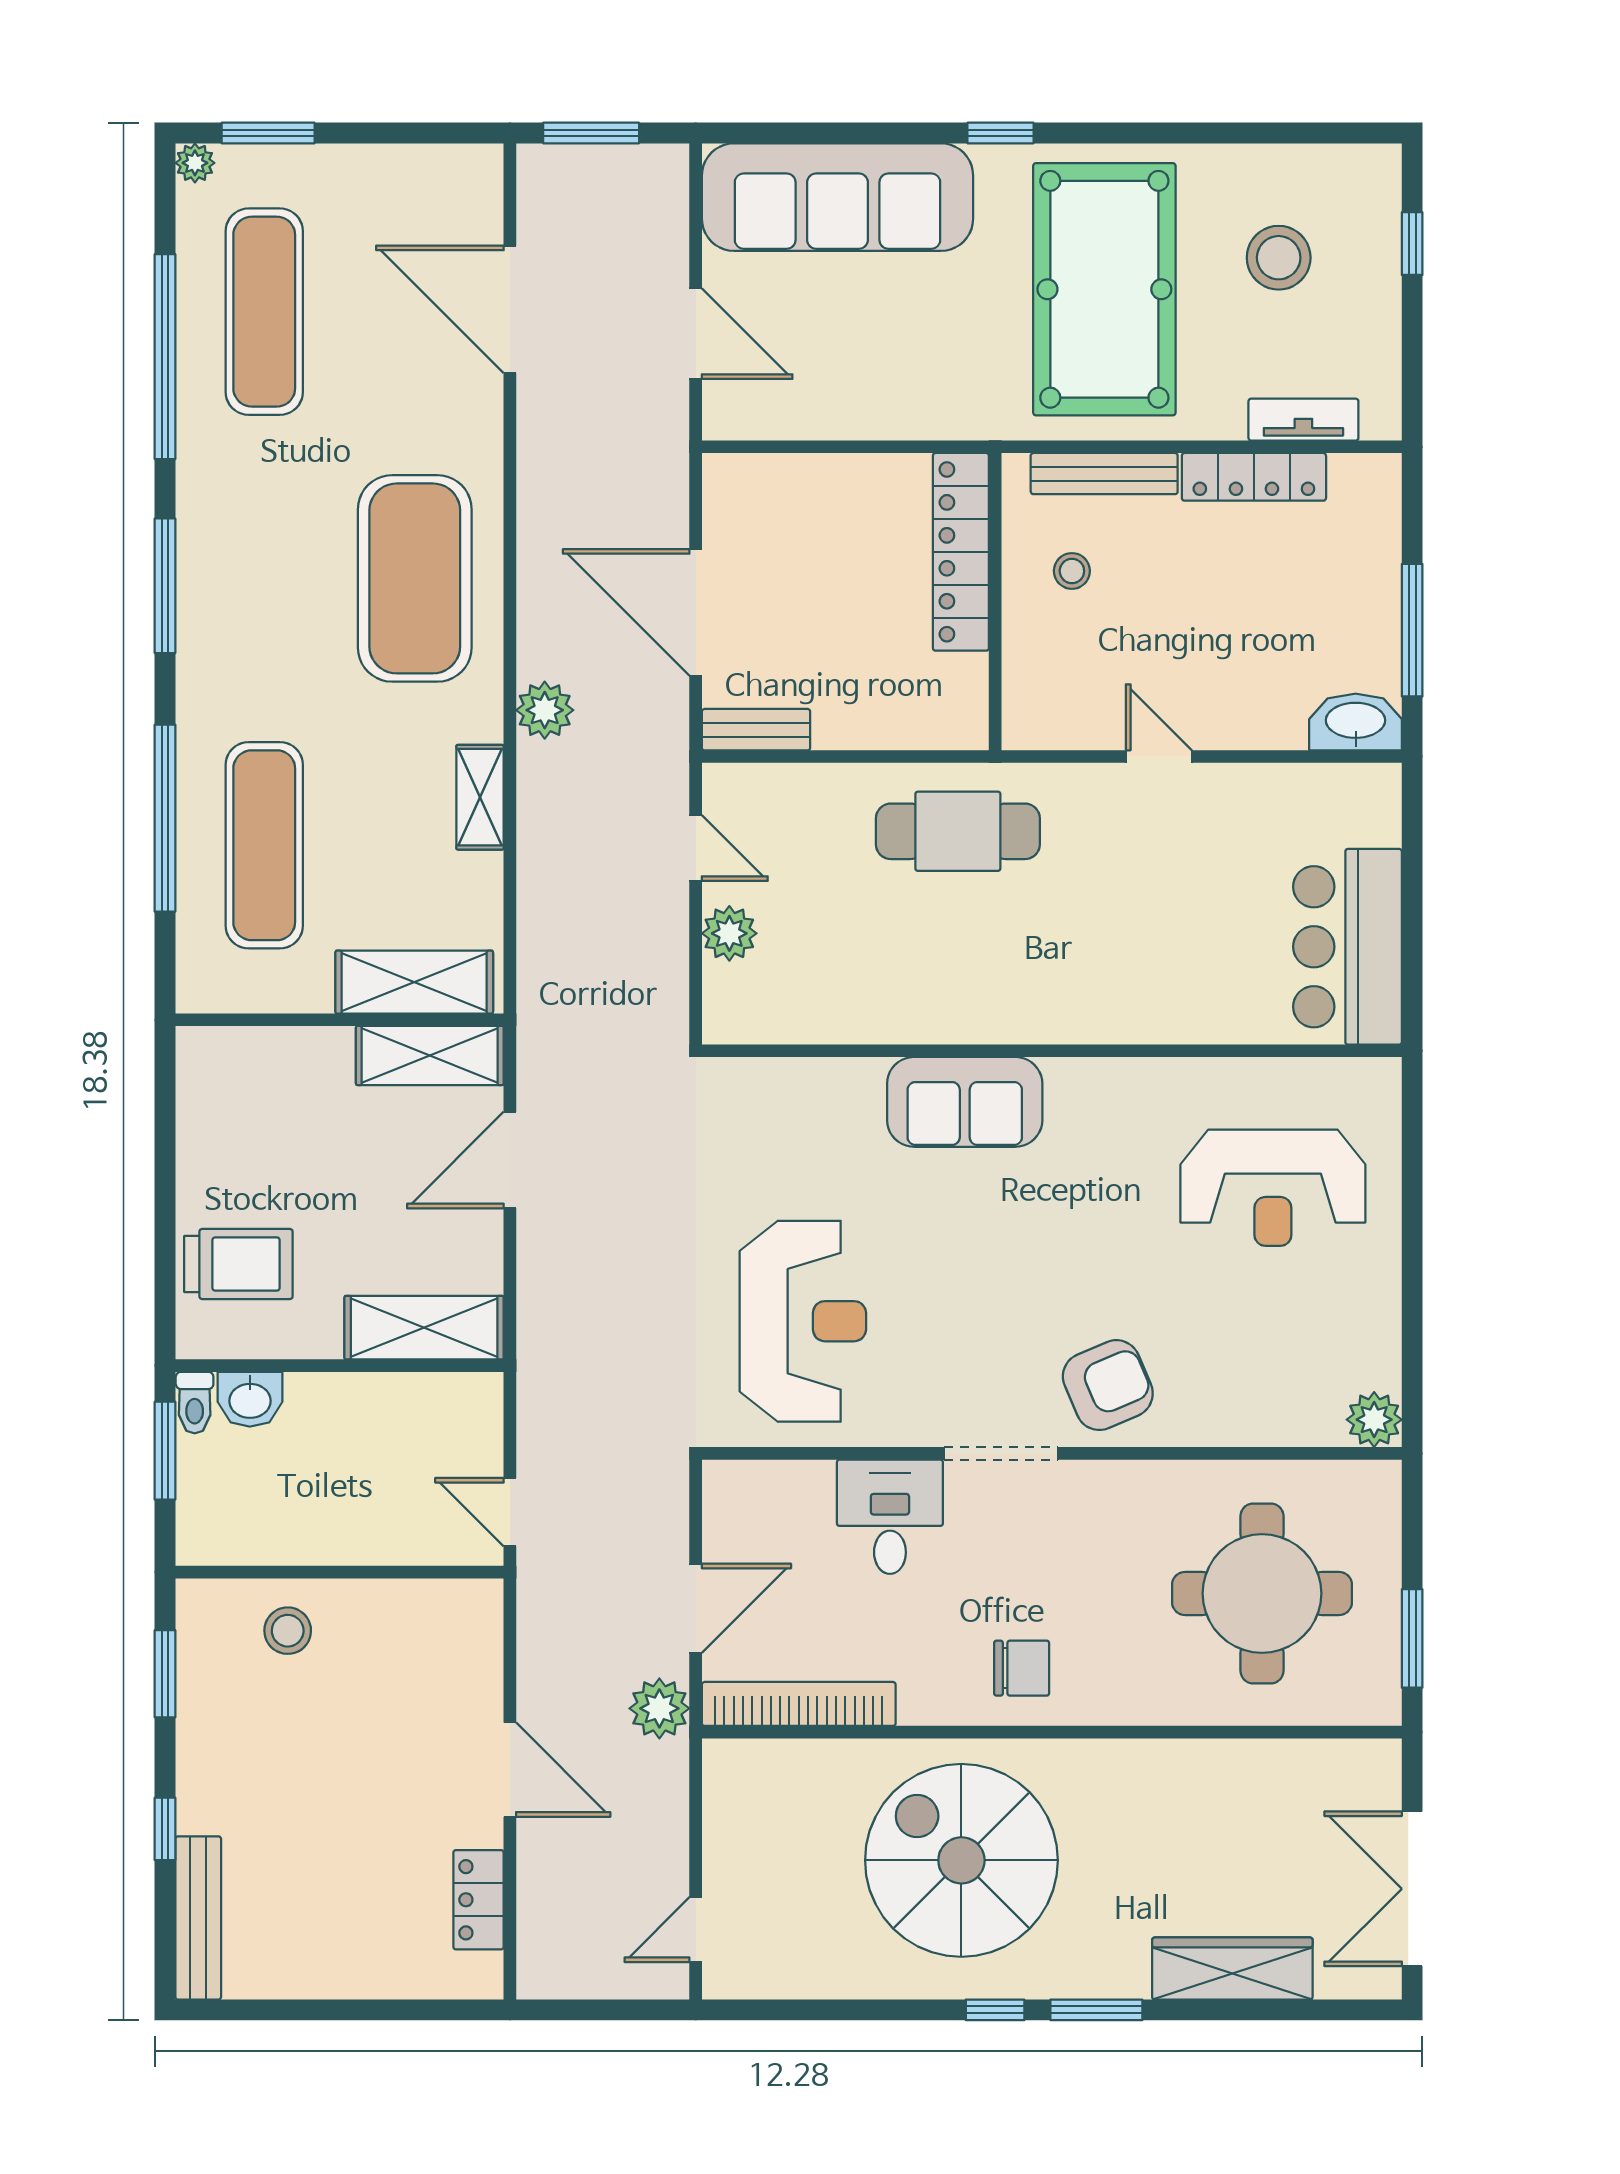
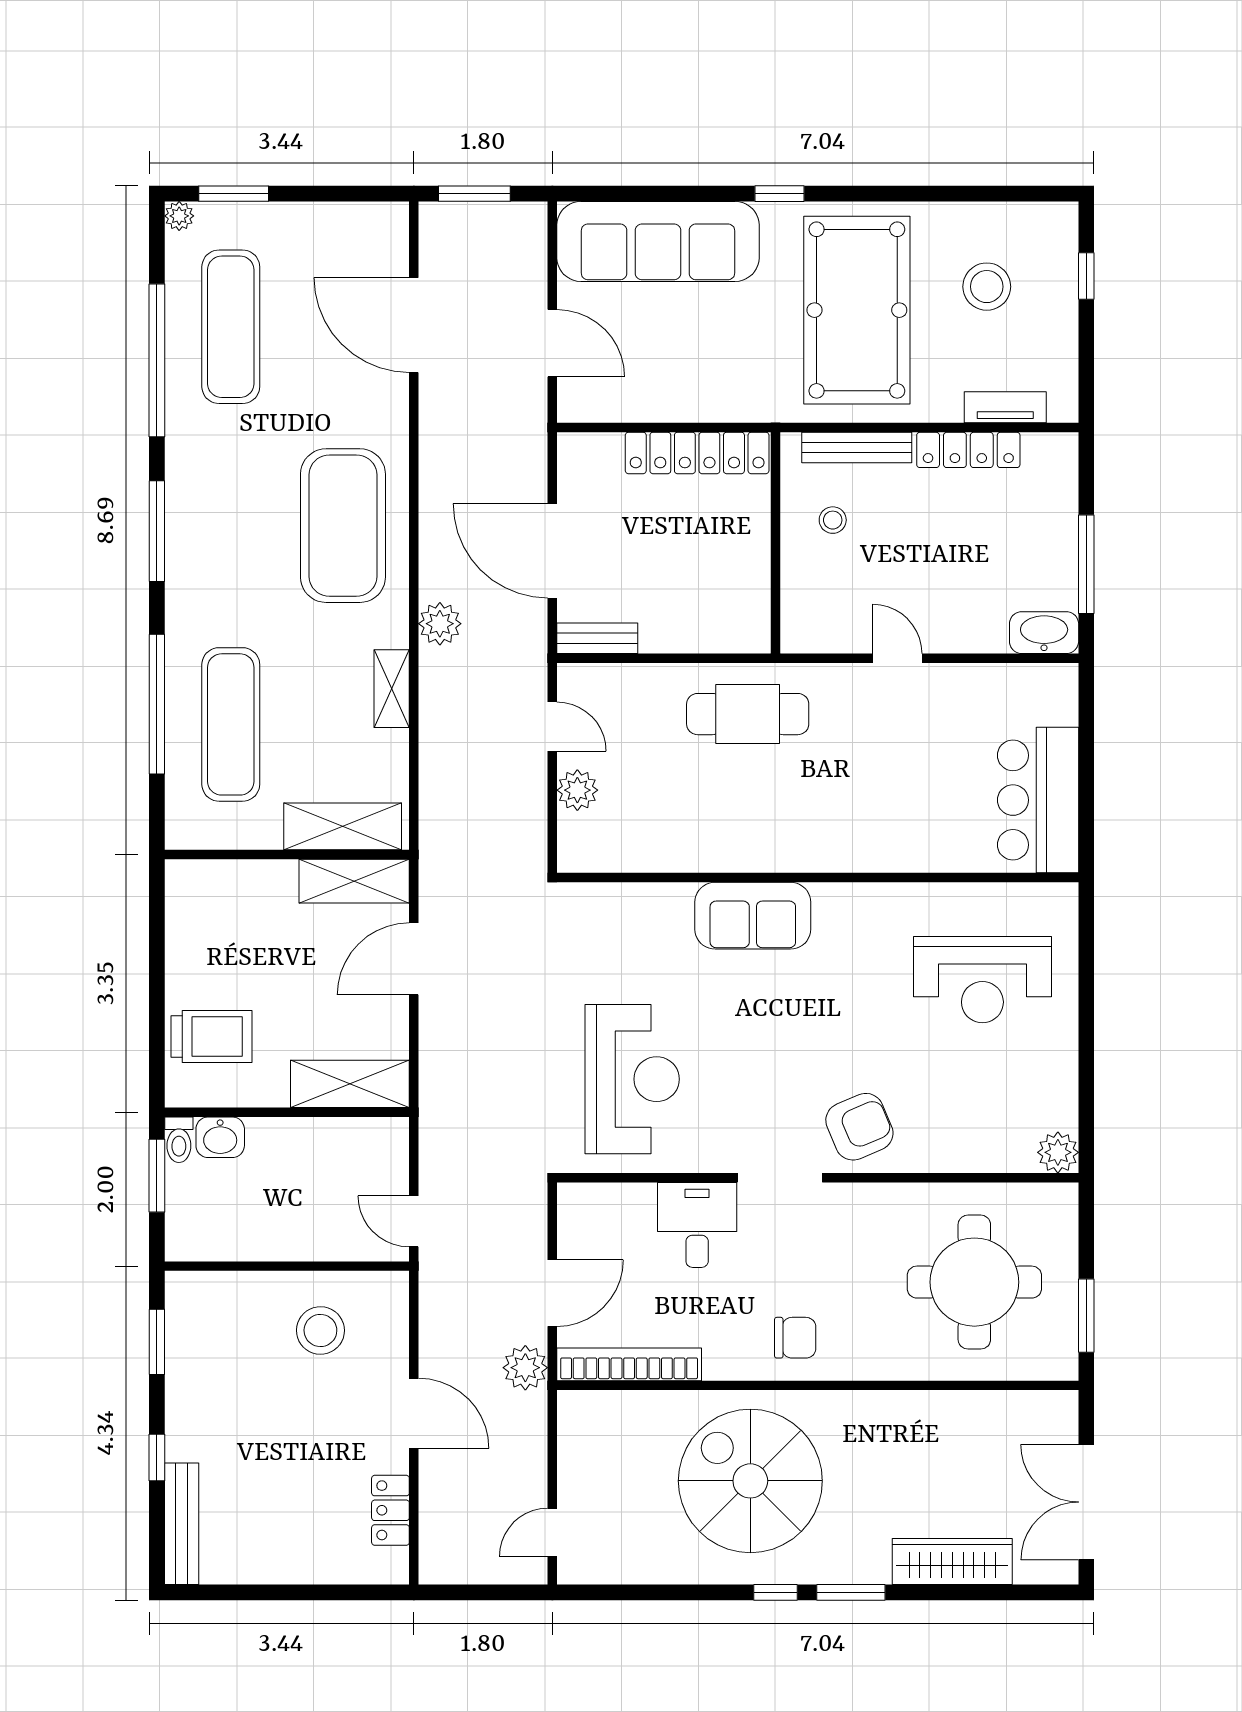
locker: (961, 552) -> (697, 453), moved, turned -90
stool: (288, 1631) -> (320, 1330), moved, width x1.38, depth x1.38

